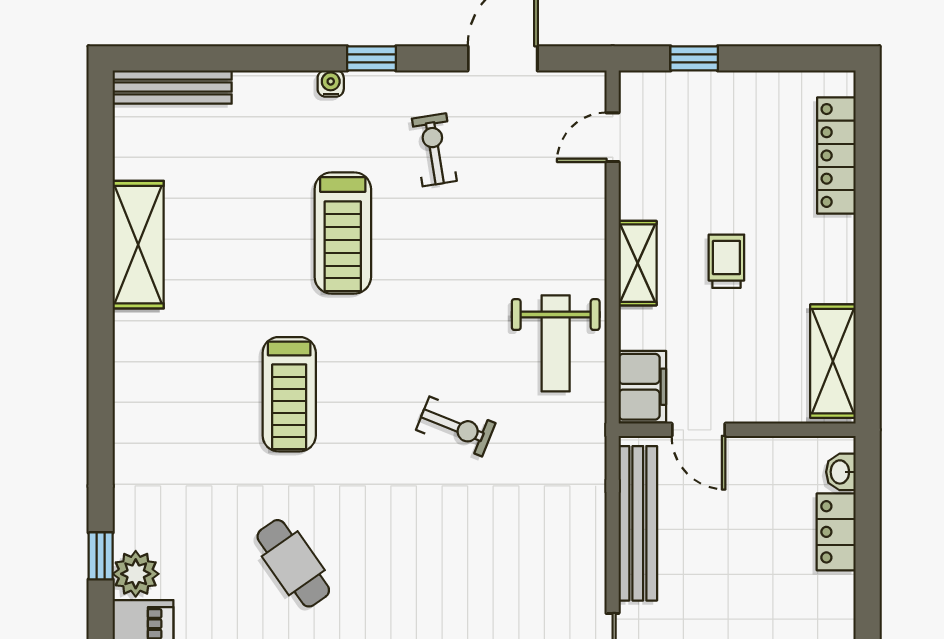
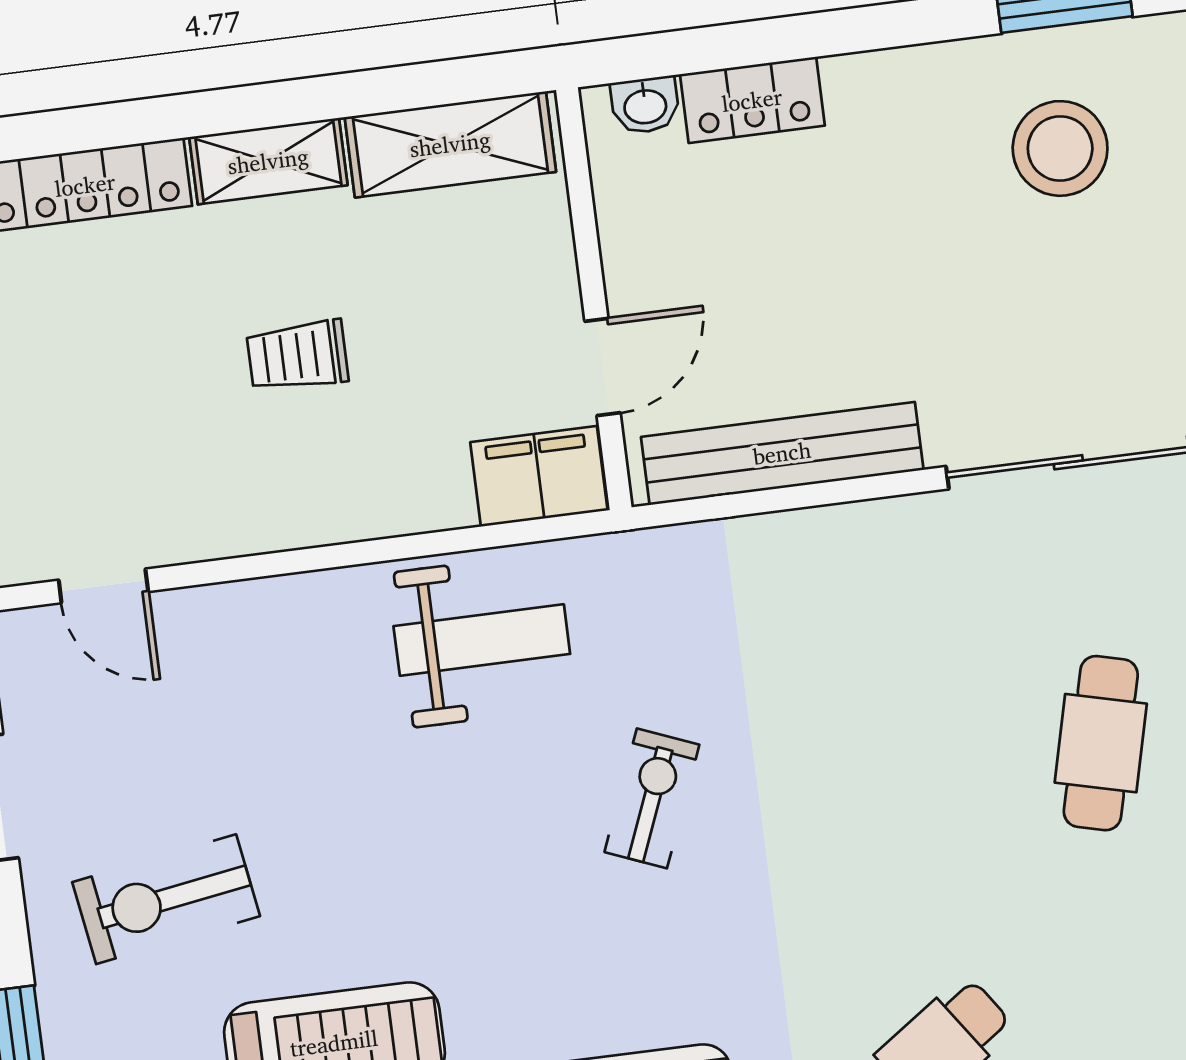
exercise bike: (434, 150) -> (166, 899), width x1.38, depth x1.39
shelving: (638, 263) -> (268, 161), moved

